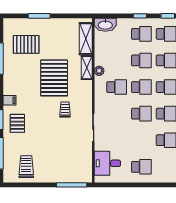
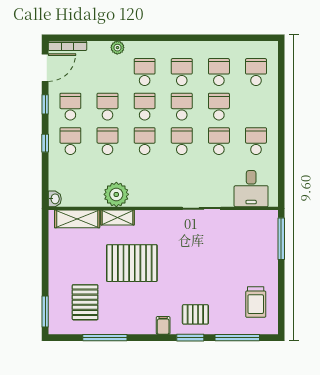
window: (39, 16) -> (45, 311), moved
washbasin: (105, 25) -> (55, 199), width x0.52, depth x0.69
plant: (99, 71) -> (116, 194), width x1.87, depth x1.87
school desk: (117, 87) -> (219, 141), moved
trolley: (65, 110) -> (176, 248), removed
trolley: (26, 167) -> (256, 302), turned -90

